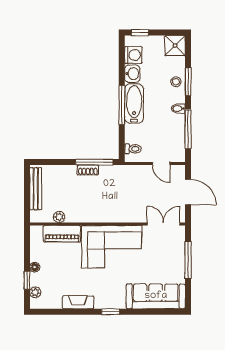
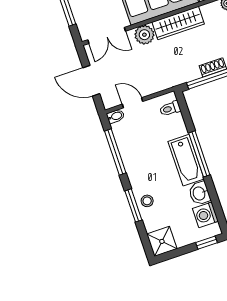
bidet: (178, 109) -> (116, 116), moved
plant: (133, 214) -> (144, 35), added
wardrobe: (103, 215) -> (178, 23), added

